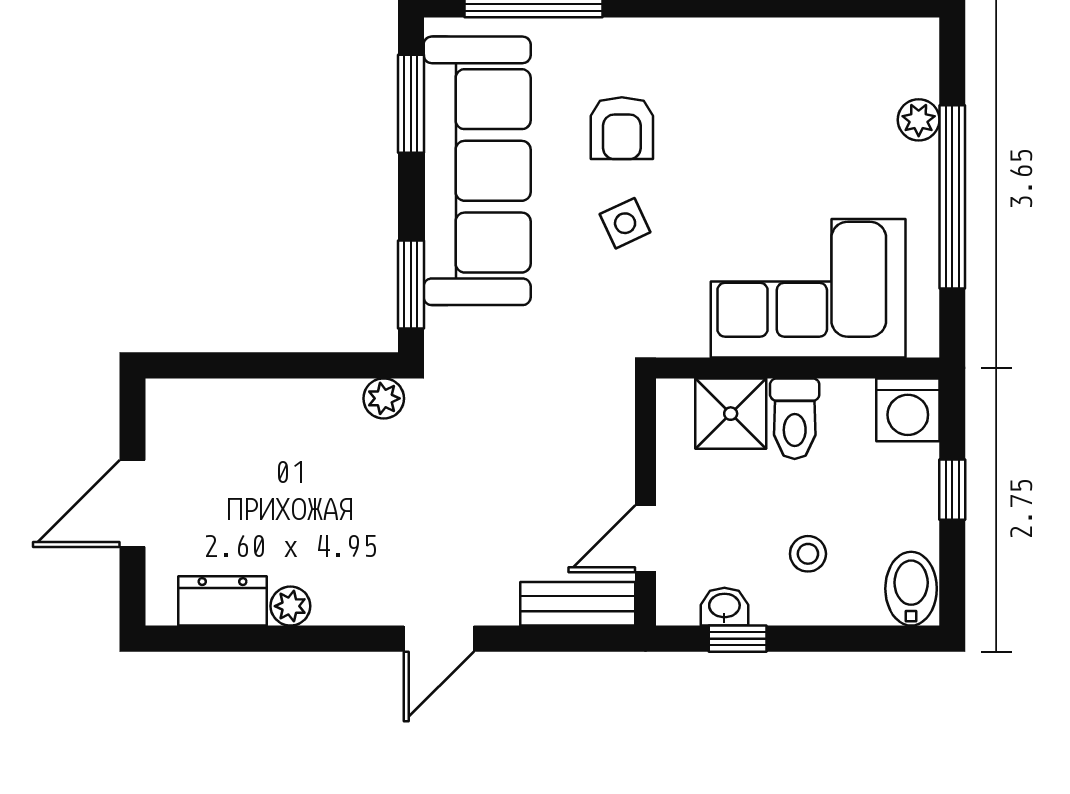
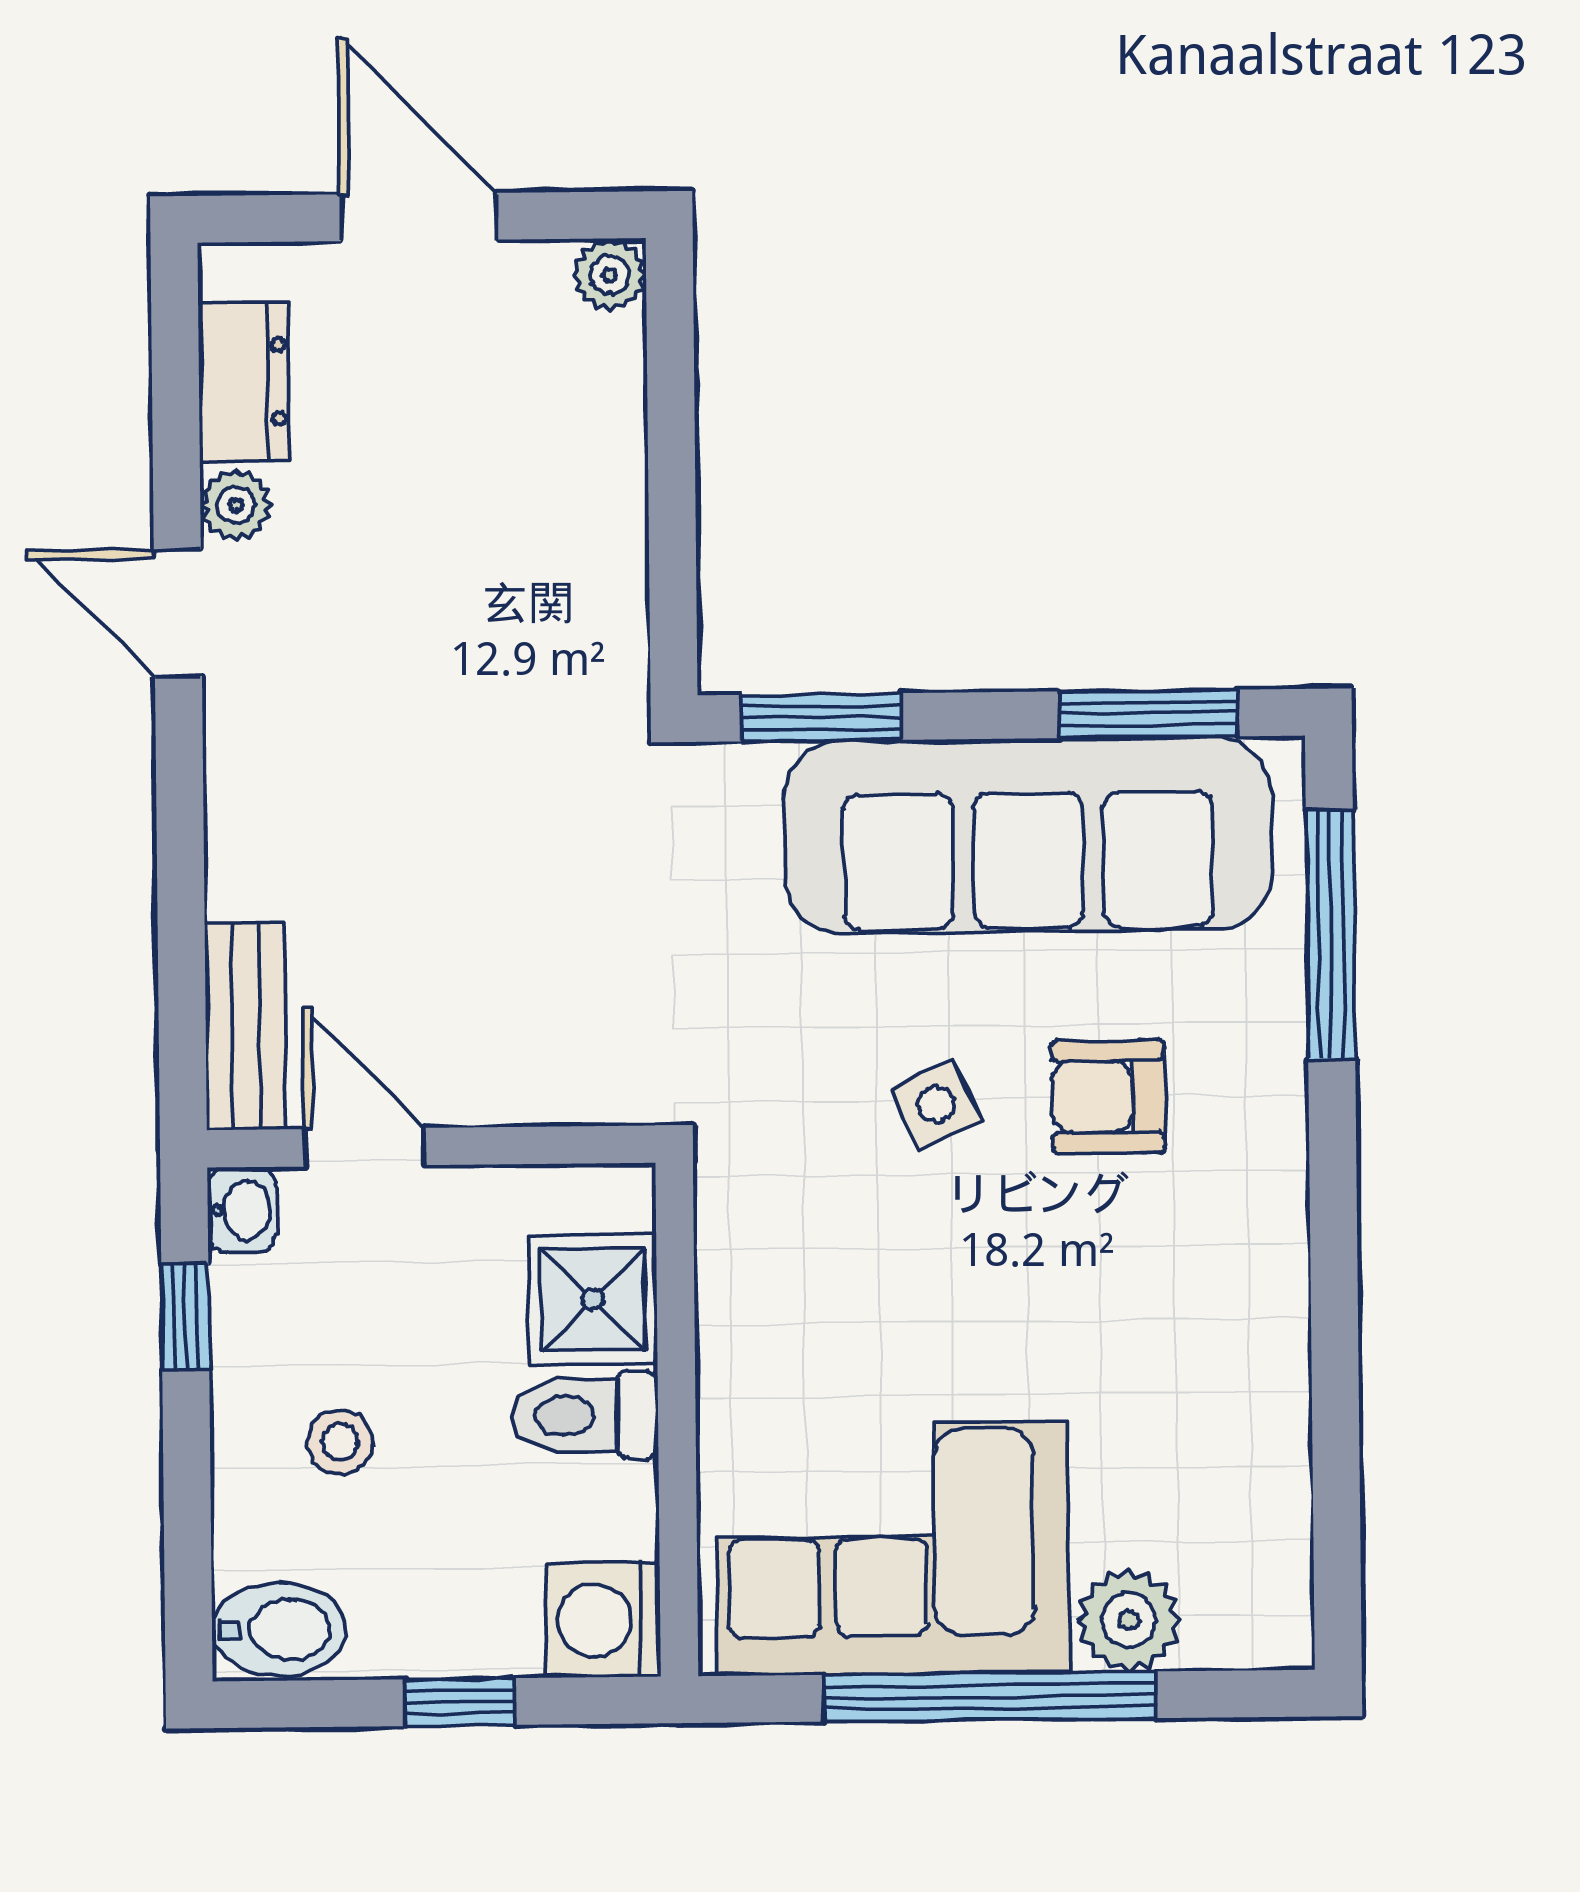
plant: (919, 120) -> (1129, 1620), width x1.38, depth x1.38
corner sofa: (808, 288) -> (892, 1548), moved, turned -90
plant: (384, 398) -> (610, 275), moved
washbasin: (724, 607) -> (242, 1210), moved
door: (439, 639) -> (178, 613), moved

